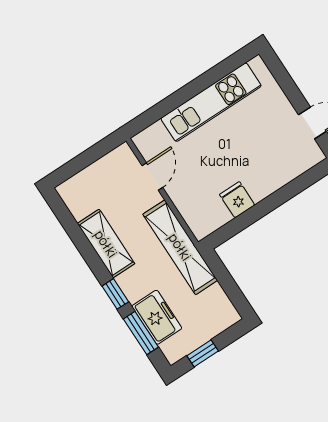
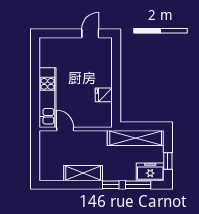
kitchen unit: (211, 102) -> (48, 98), moved
shelving: (180, 247) -> (136, 138), moved
freezer: (157, 317) -> (150, 172), moved

